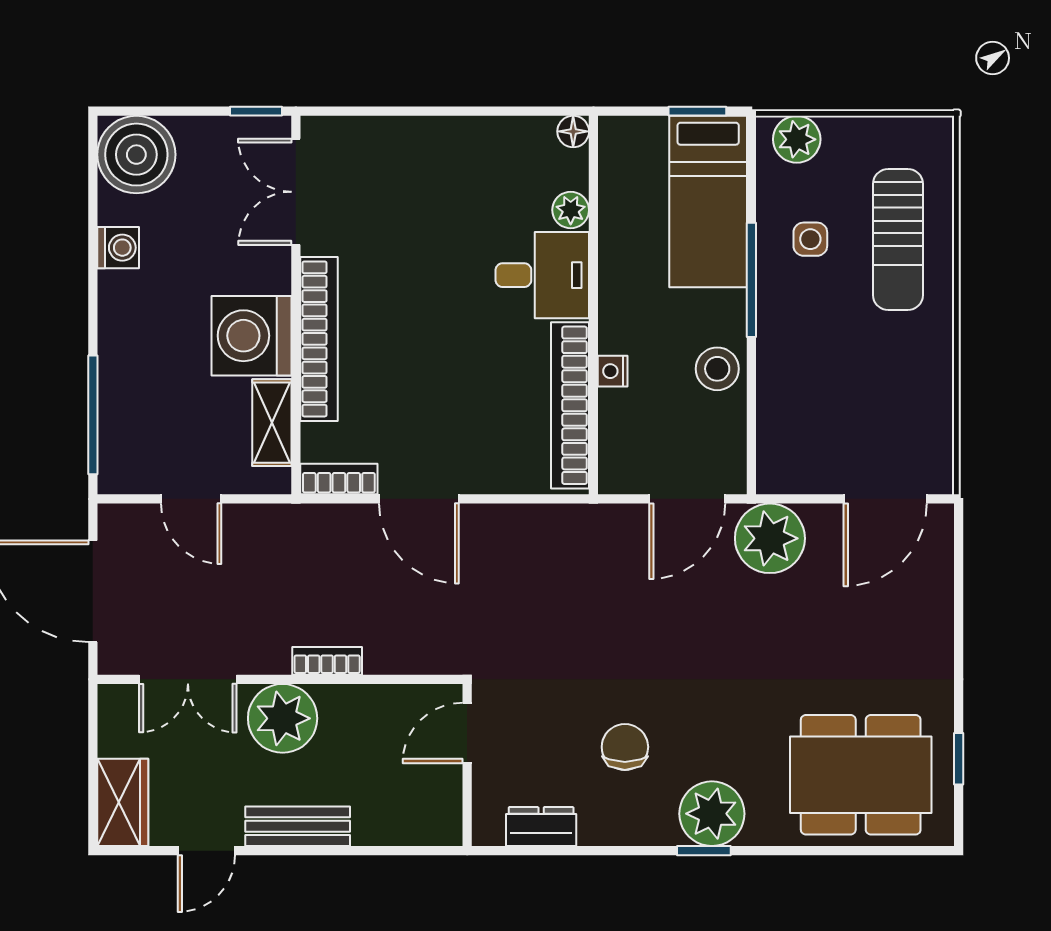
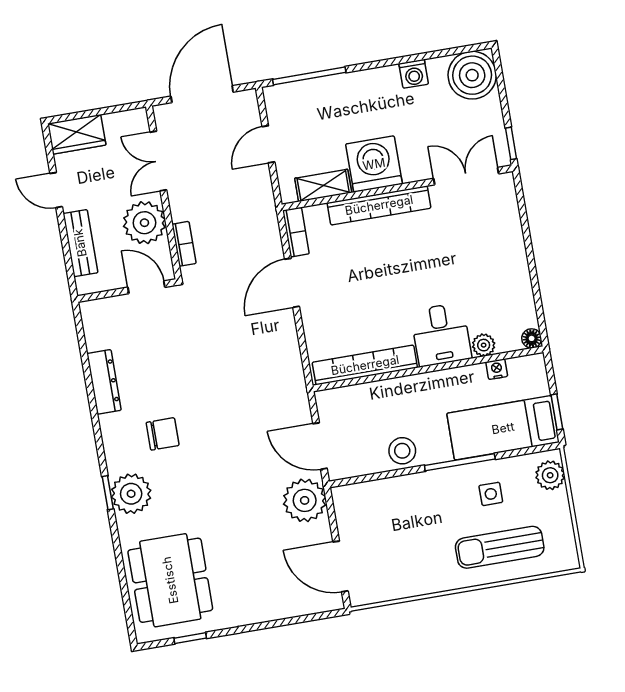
nightstand: (613, 371) -> (497, 369), moved
door: (467, 733) -> (146, 287), moved
wall: (467, 765) -> (127, 291), moved
dresser: (541, 826) -> (104, 382), width x1.44

